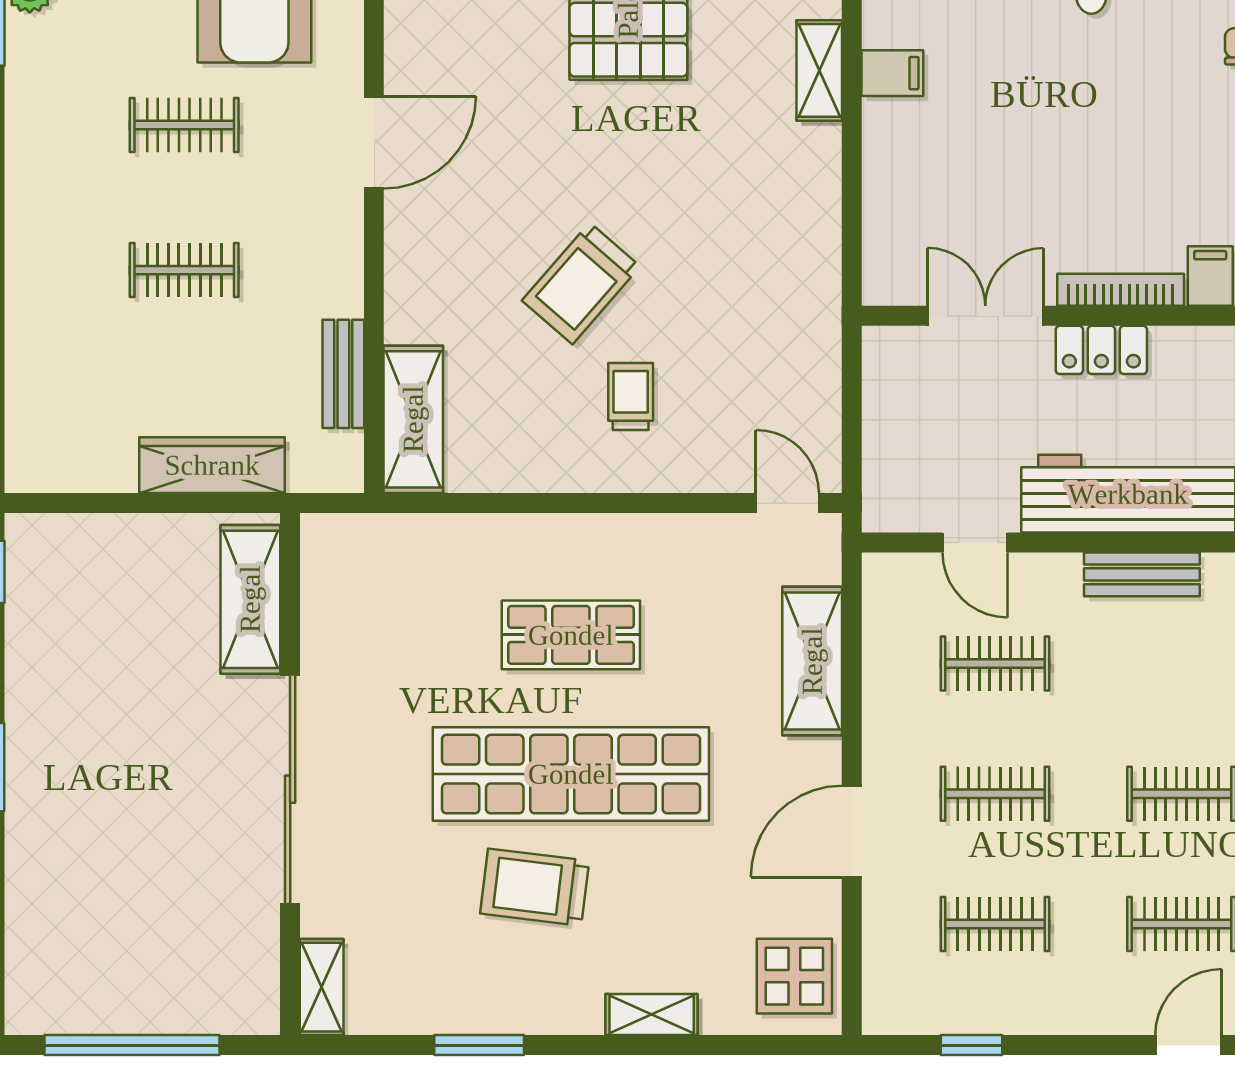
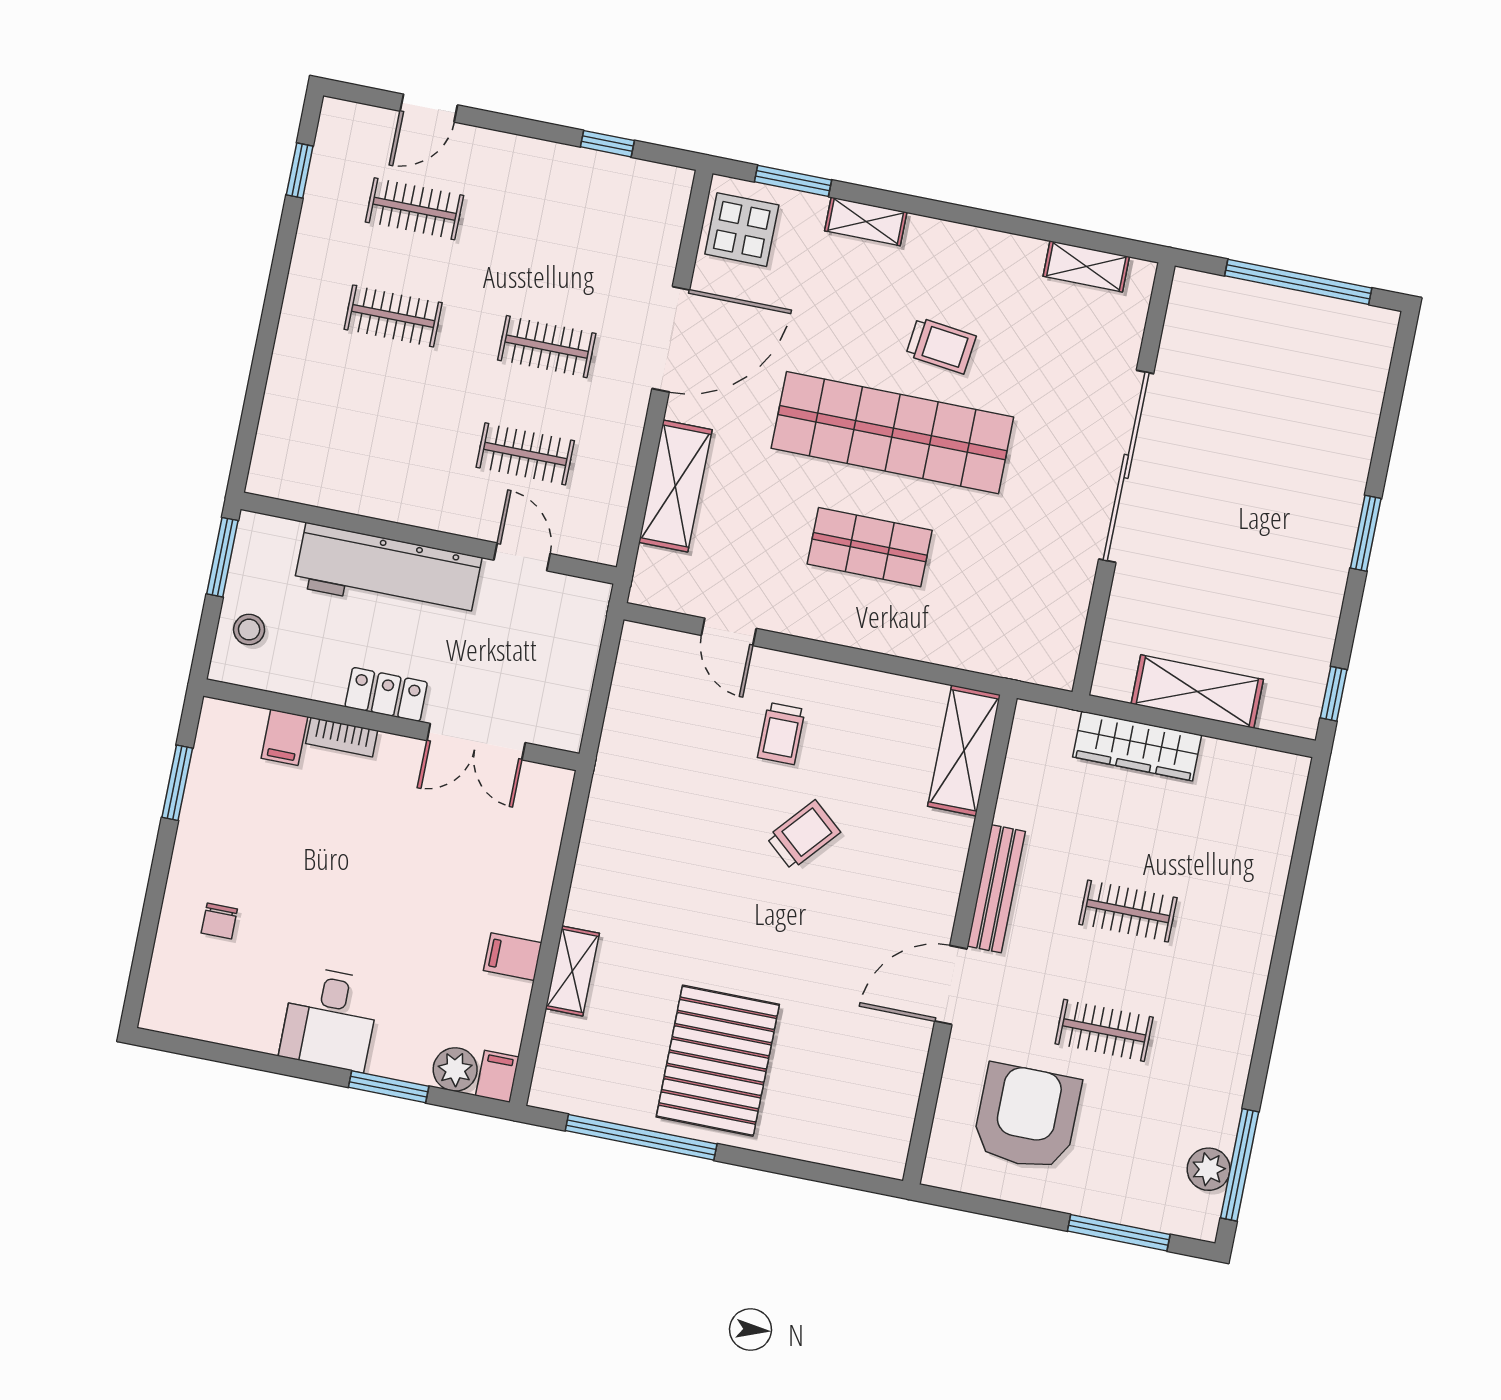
trolley: (581, 283) -> (803, 835), width x0.73, depth x0.72
bookcase: (1121, 290) -> (342, 737), width x0.64
bench: (343, 374) -> (996, 889), moved, width x1.36
door: (787, 503) -> (729, 632), moved
bench: (1142, 574) -> (390, 503), removed
shelving: (250, 599) -> (1197, 692), moved, turned 90
door: (852, 831) -> (671, 339), width x1.36
trolley: (535, 887) -> (941, 346), width x0.73, depth x0.72
clothes rail: (995, 924) -> (568, 239), removed
shelving: (322, 987) -> (1086, 266), moved, turned 90
window: (479, 1045) -> (793, 181), moved

